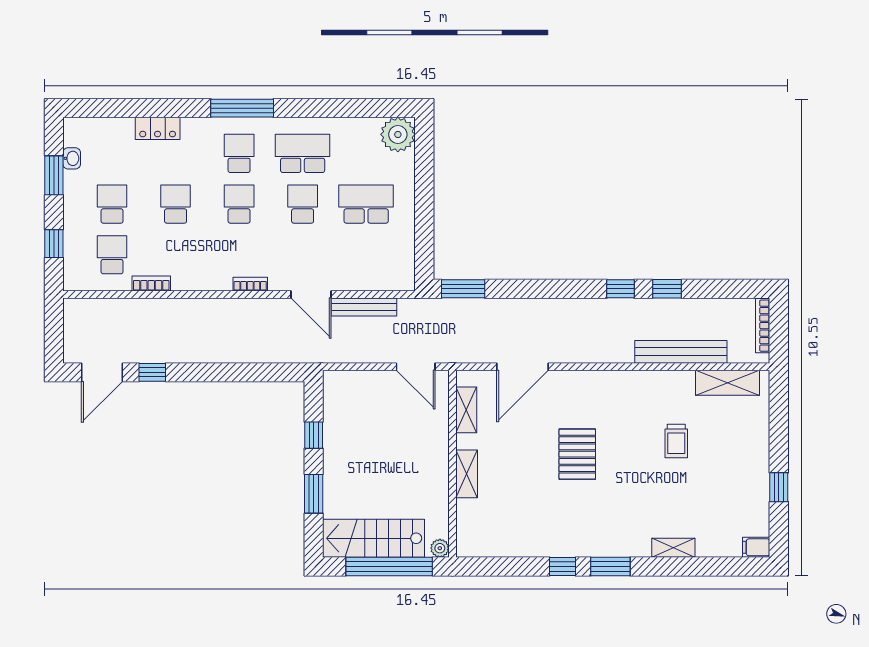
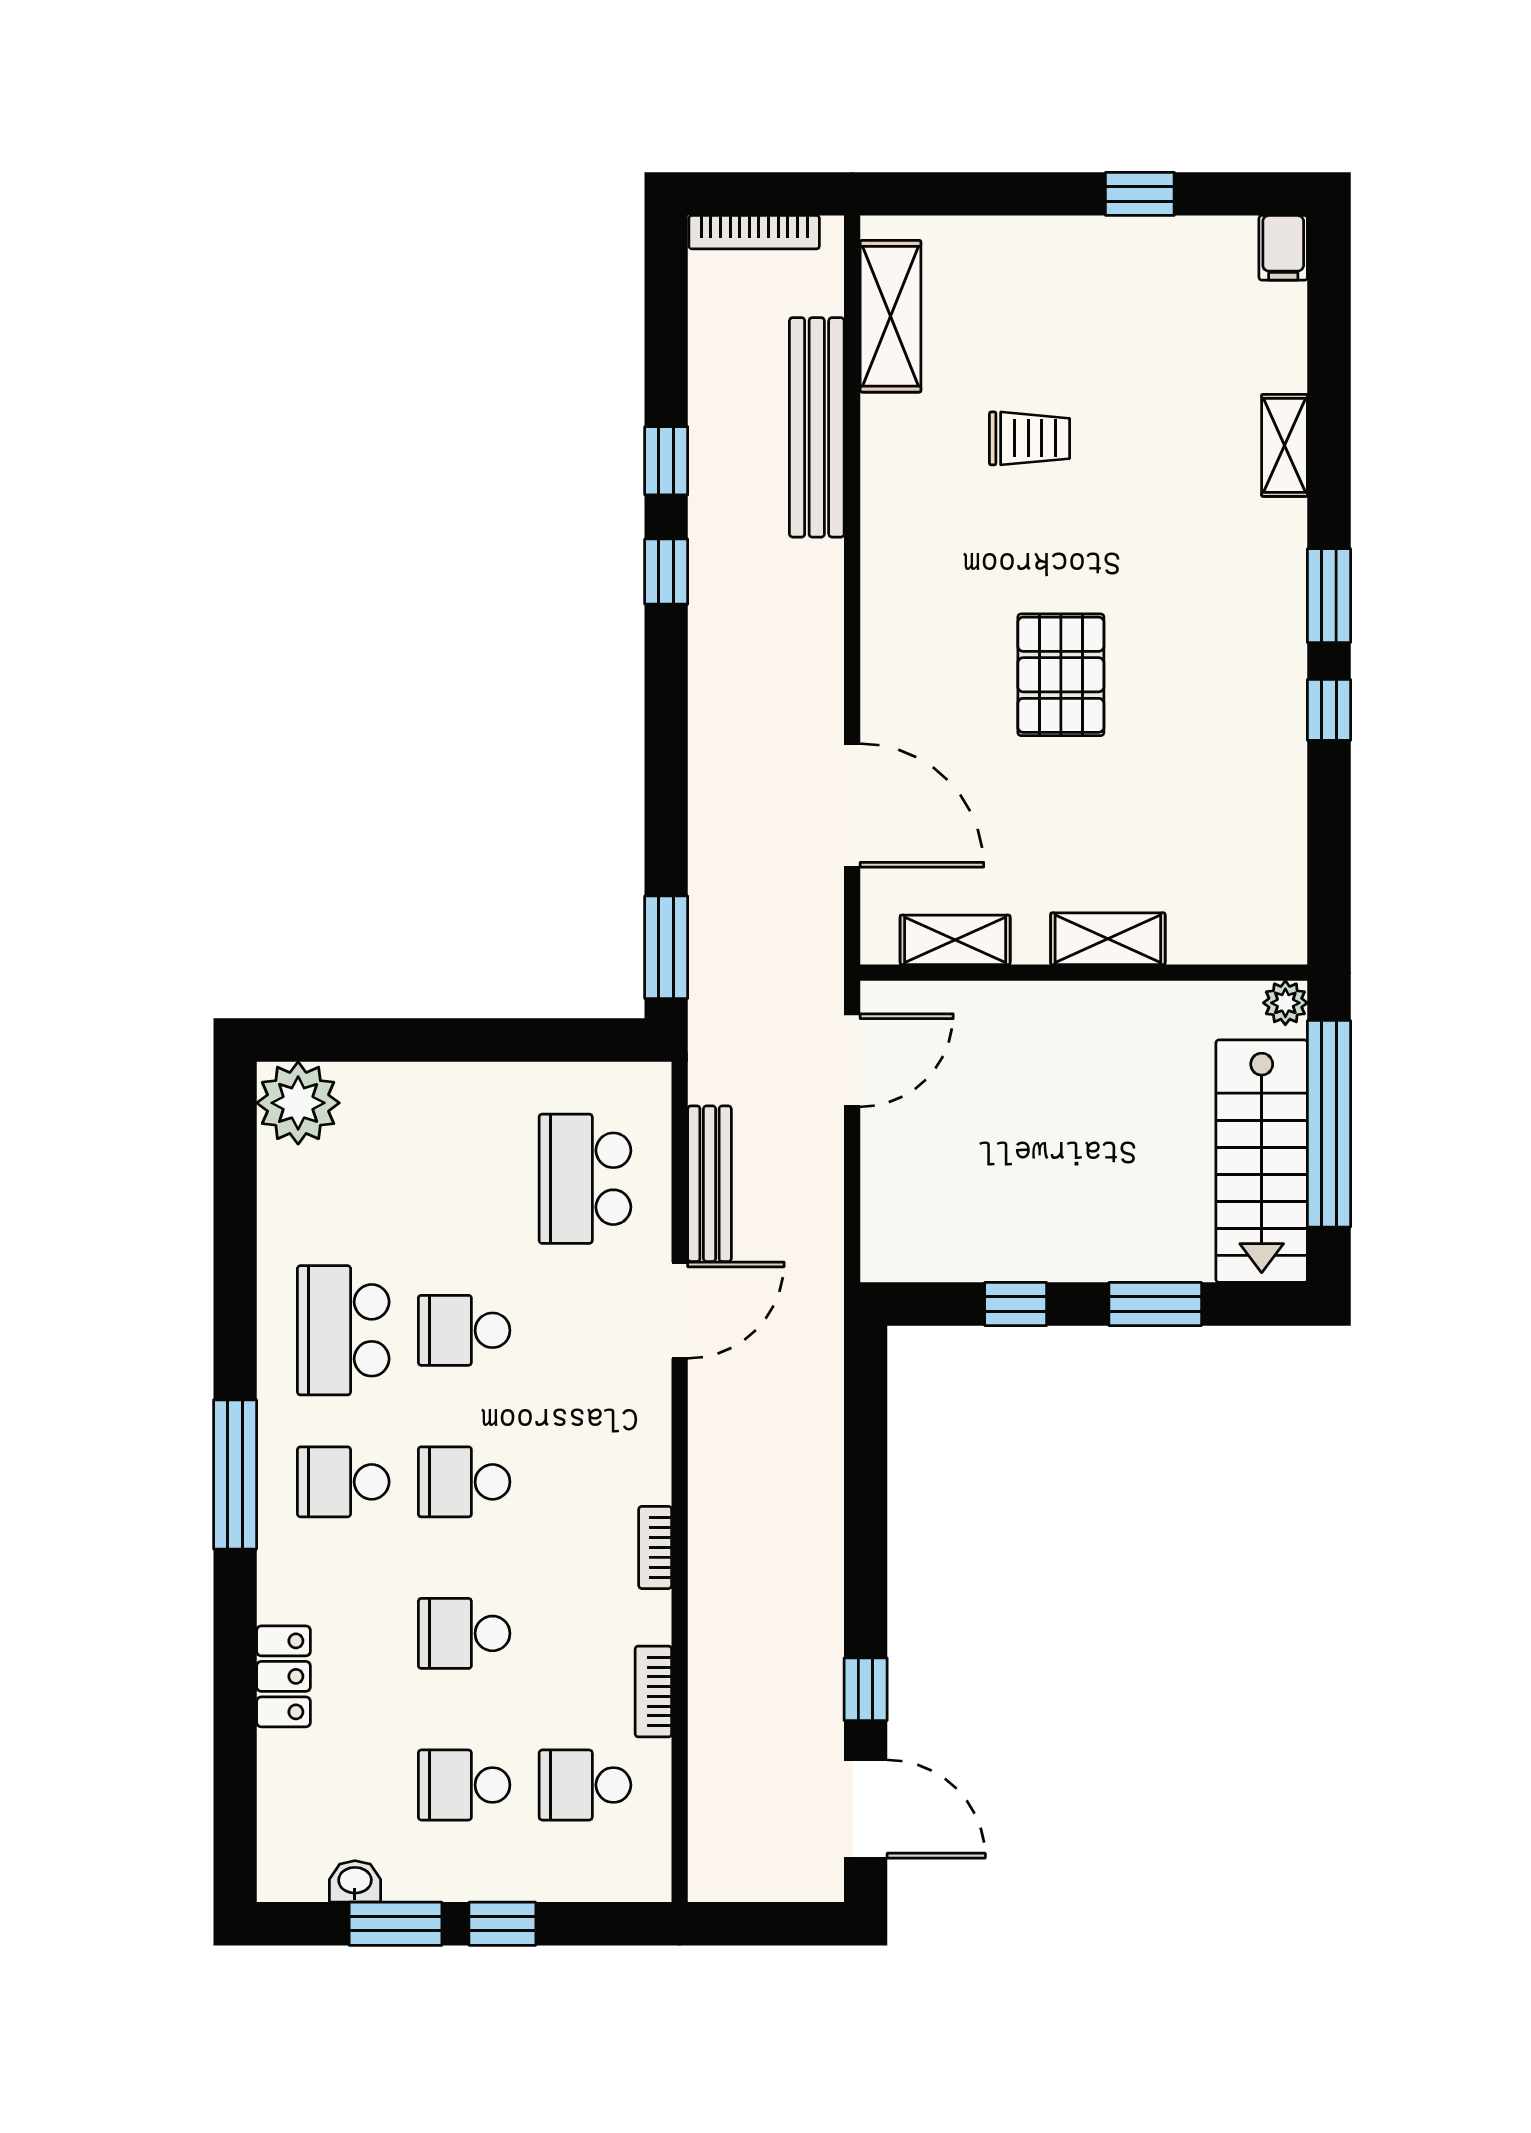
school desk: (366, 204) -> (585, 1179), moved
window: (54, 244) -> (502, 1924), moved
bookcase: (250, 284) -> (655, 1547), moved
pallet: (577, 454) -> (1061, 675), turned 90

